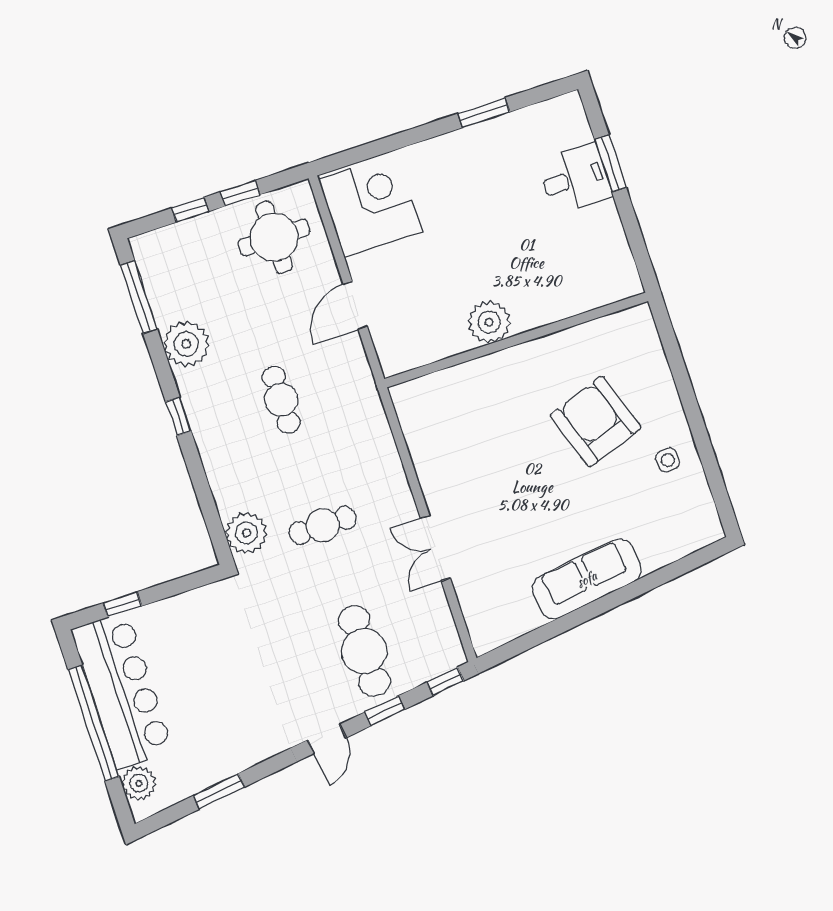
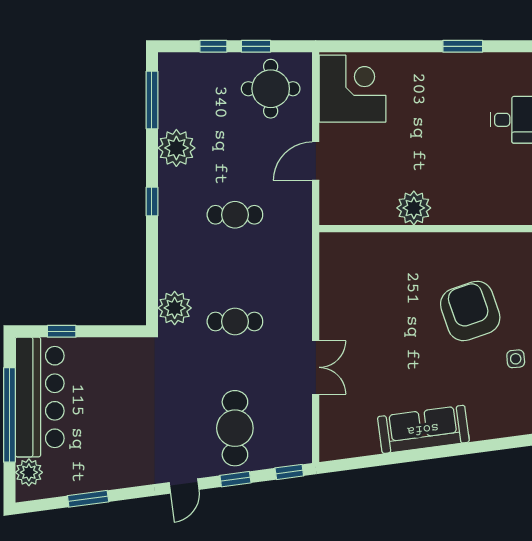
cafe table: (281, 400) -> (235, 215), turned 90
double door: (435, 548) -> (316, 367), swing flipped

